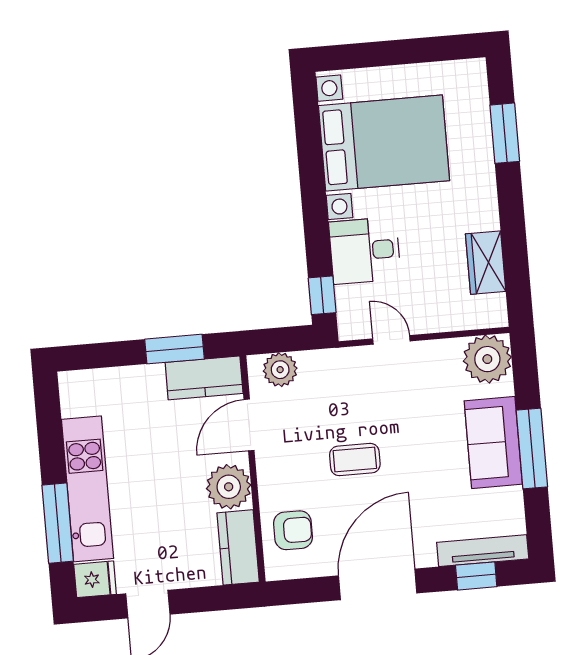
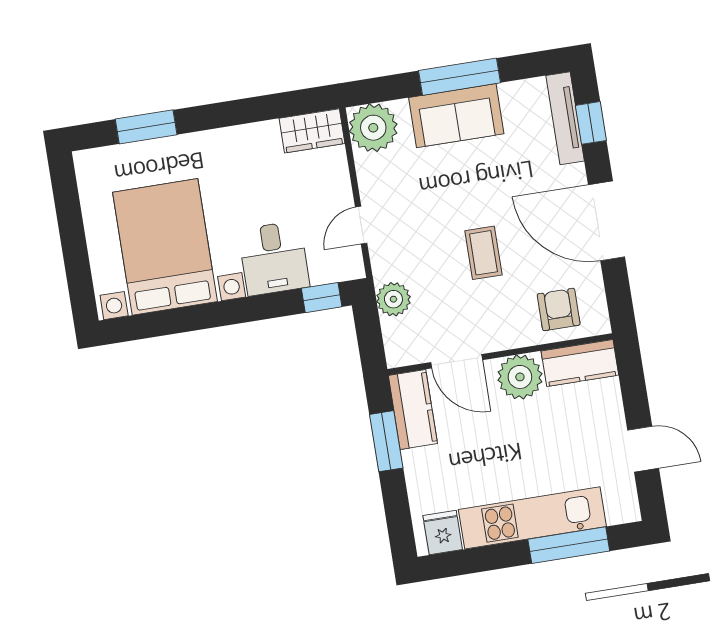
wardrobe: (486, 263) -> (312, 131), moved
plant: (280, 370) -> (393, 299), moved
fridge: (95, 579) -> (443, 532), moved

